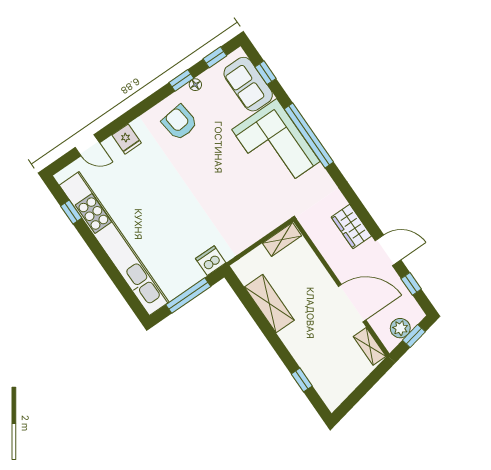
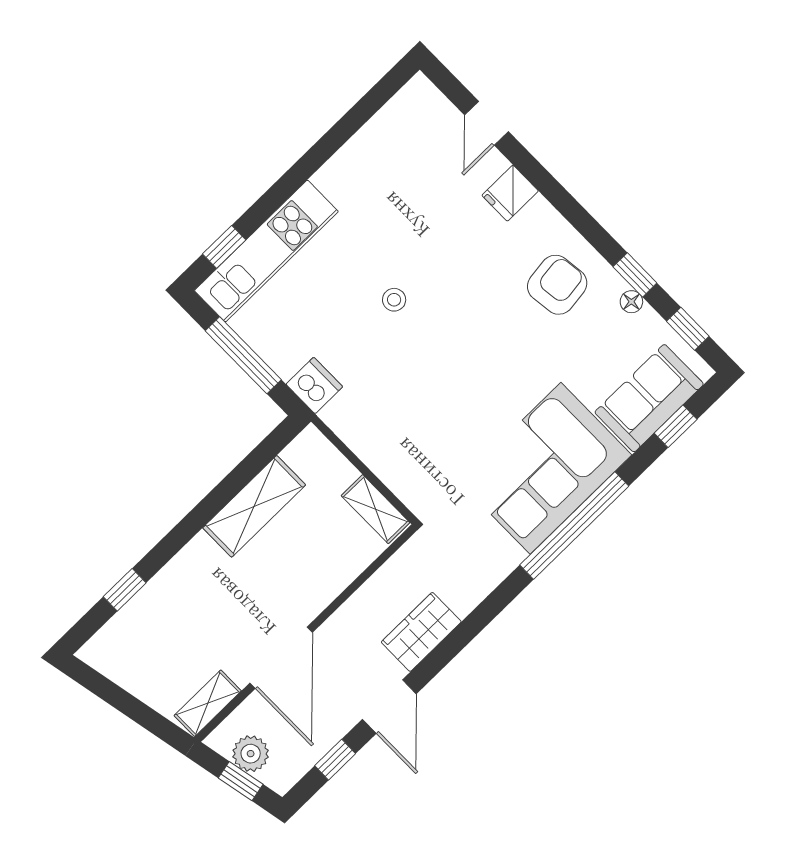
stool: (173, 210) -> (394, 300), added
window: (71, 212) -> (224, 247), moved
kitchen unit: (114, 244) -> (266, 251), width x0.54

